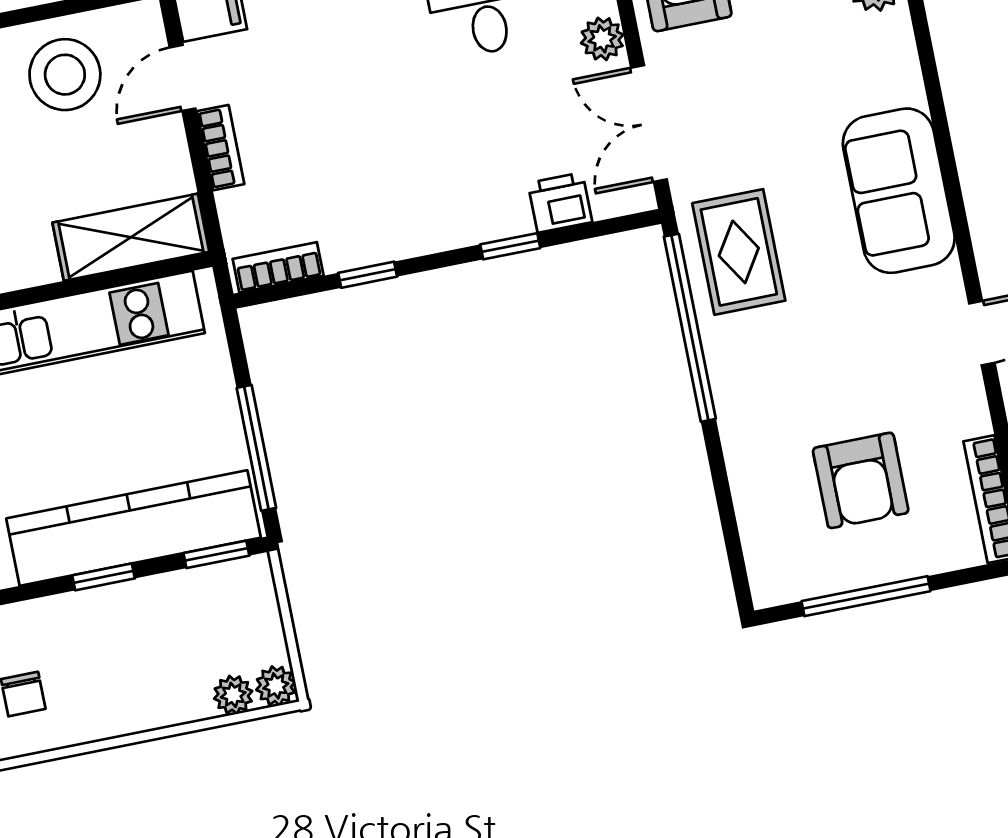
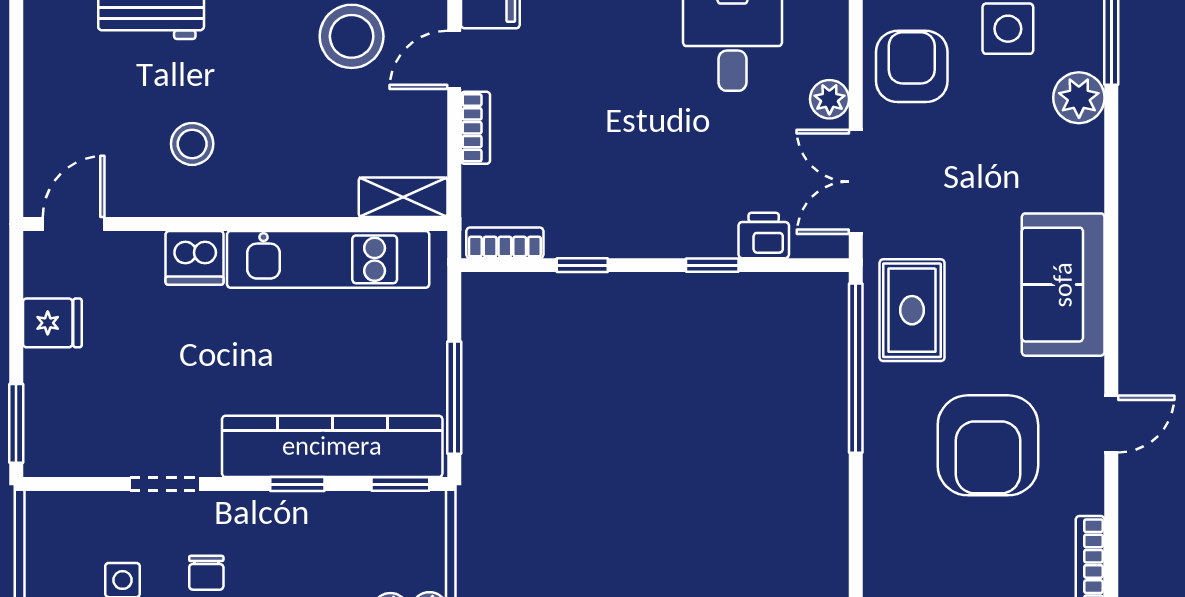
shelving: (131, 237) -> (403, 197), width x0.67, depth x0.75
armchair: (861, 480) -> (988, 445), moved, width x1.36, depth x1.36

